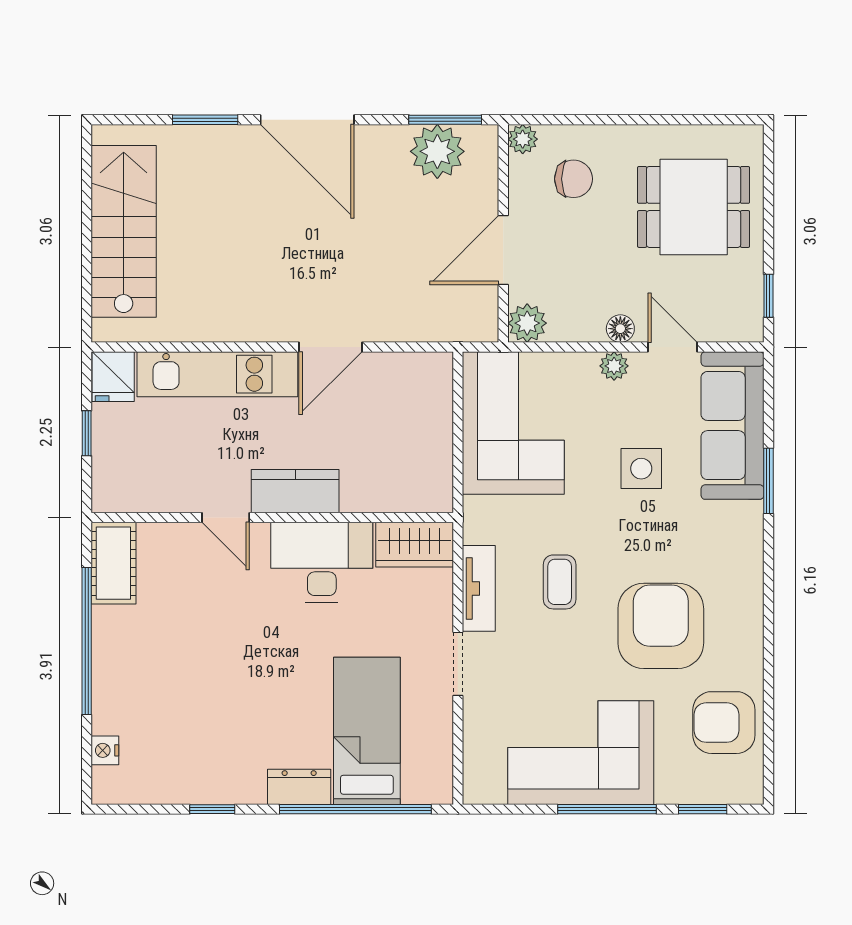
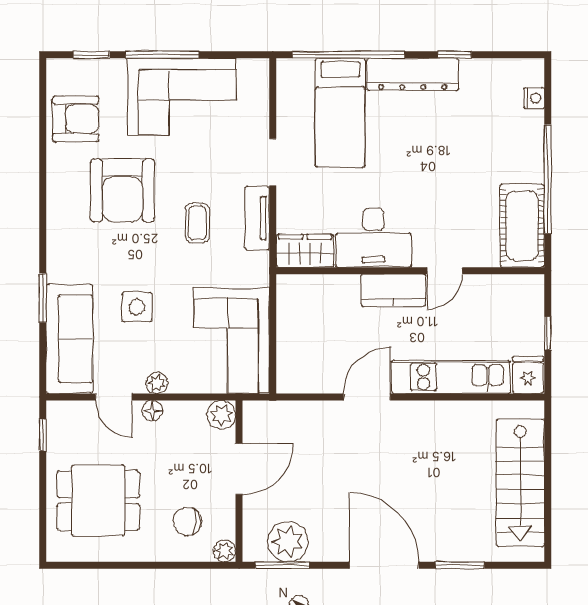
door: (226, 518) -> (445, 271), swing flipped
cot: (113, 563) -> (522, 226), width x1.37, depth x1.34
dresser: (299, 787) -> (413, 74), width x1.96, depth x1.24

